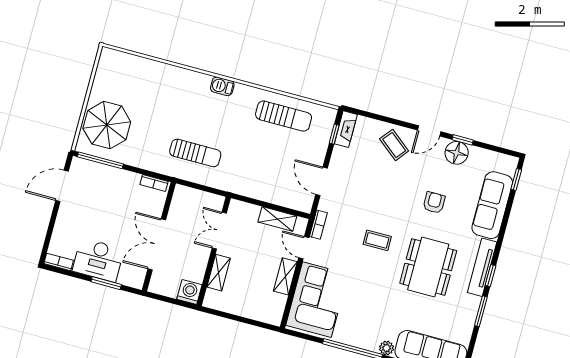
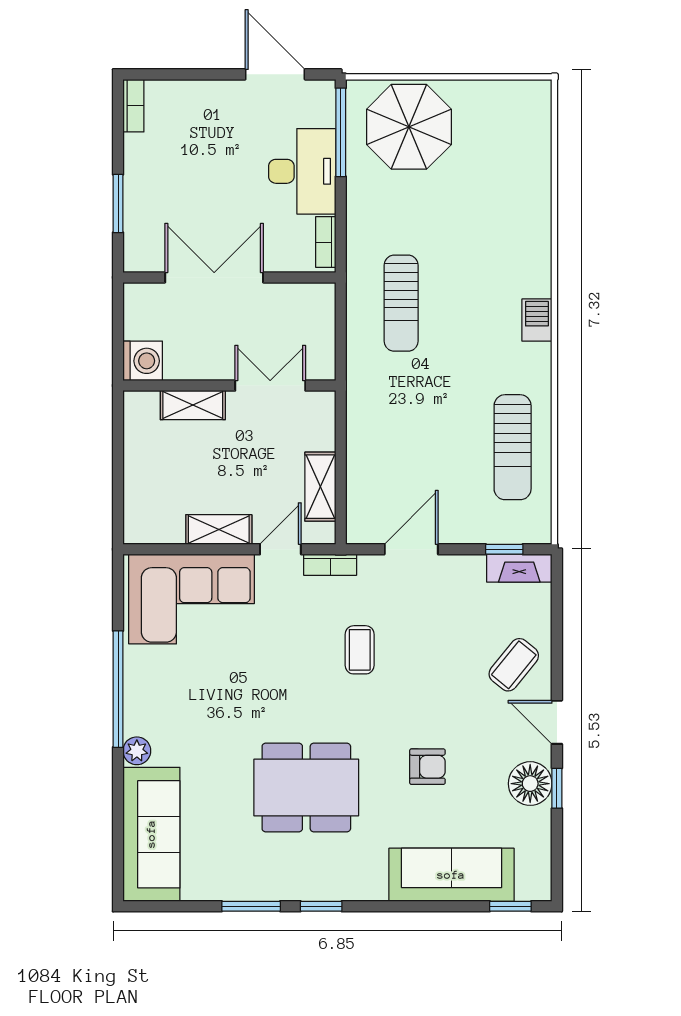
coffee table: (377, 240) -> (360, 650), moved
desk: (98, 260) -> (302, 171), moved, turned 180
tv unit: (482, 267) -> (332, 887), removed

